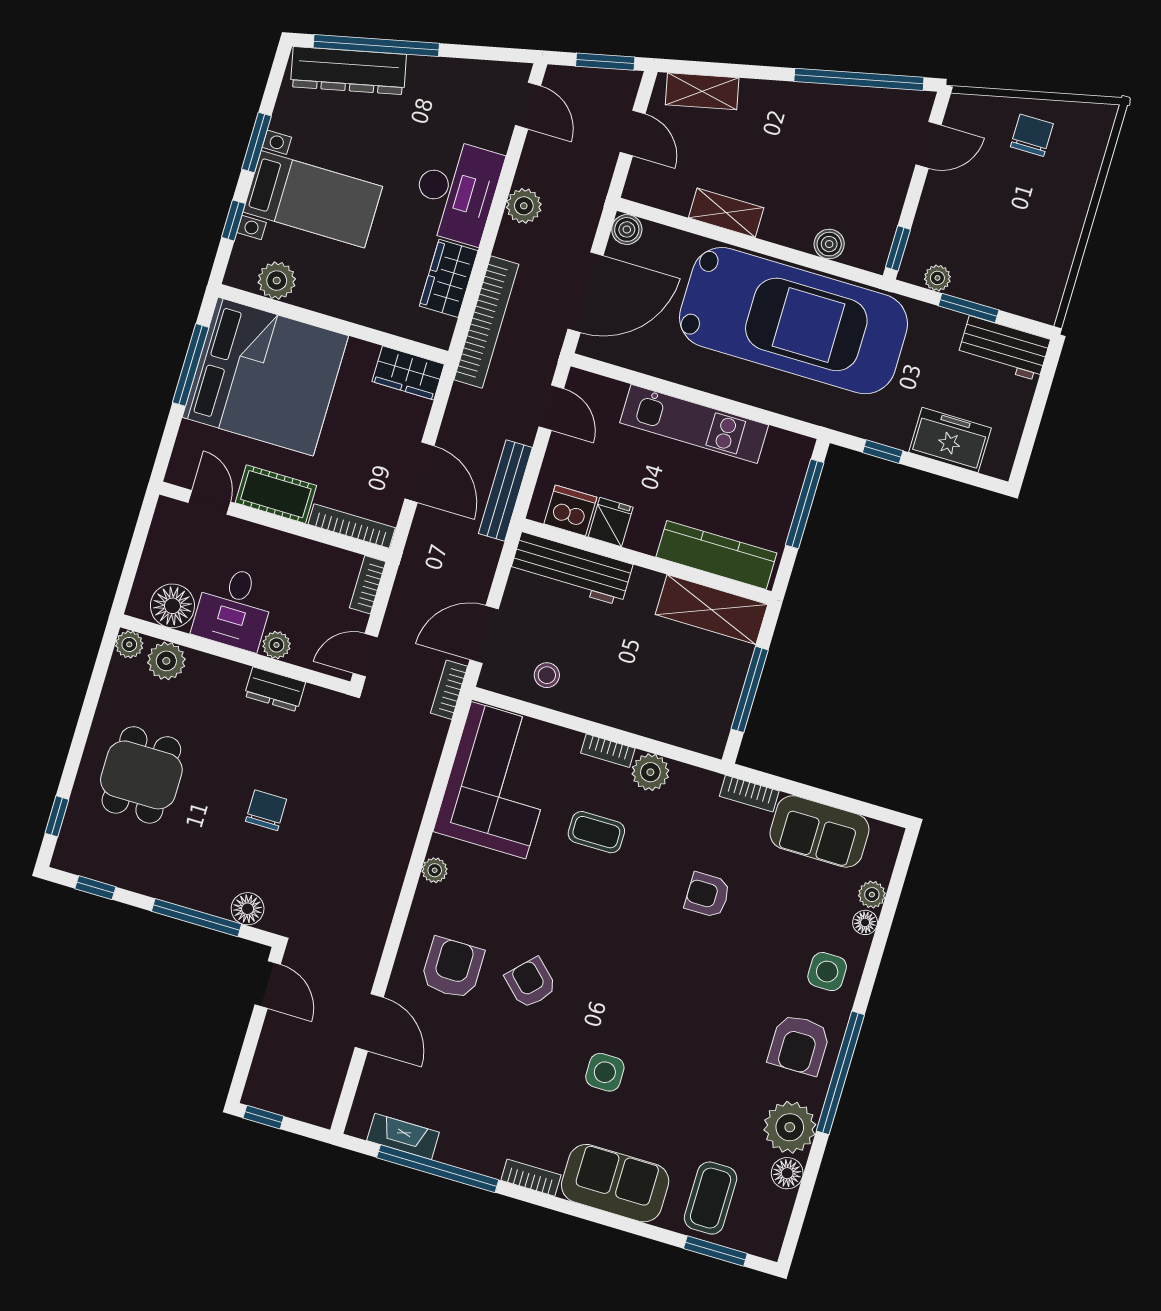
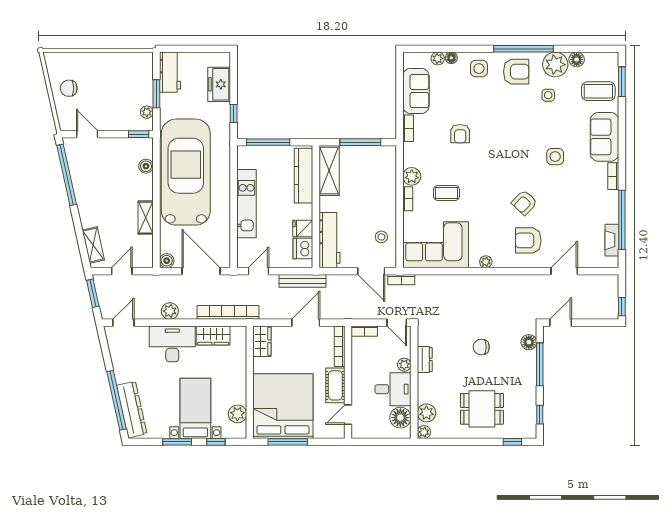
coffee table: (596, 832) -> (446, 193), turned 90
side table: (732, 1095) -> (548, 95), added

